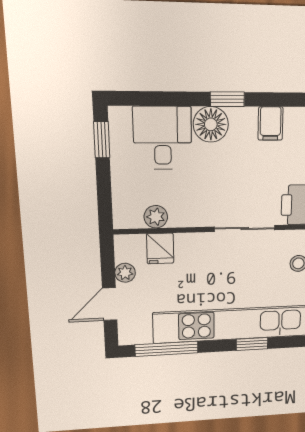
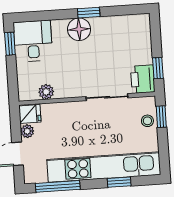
filing cabinet: (271, 124) -> (119, 26), removed
desk: (163, 138) -> (33, 41), moved
fridge: (160, 248) -> (30, 114), moved, turned -90

